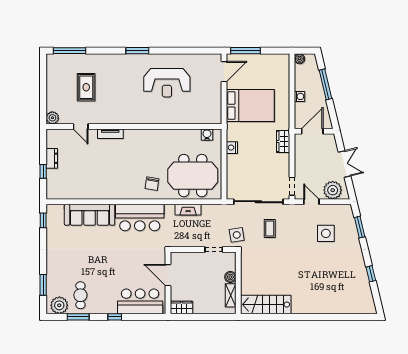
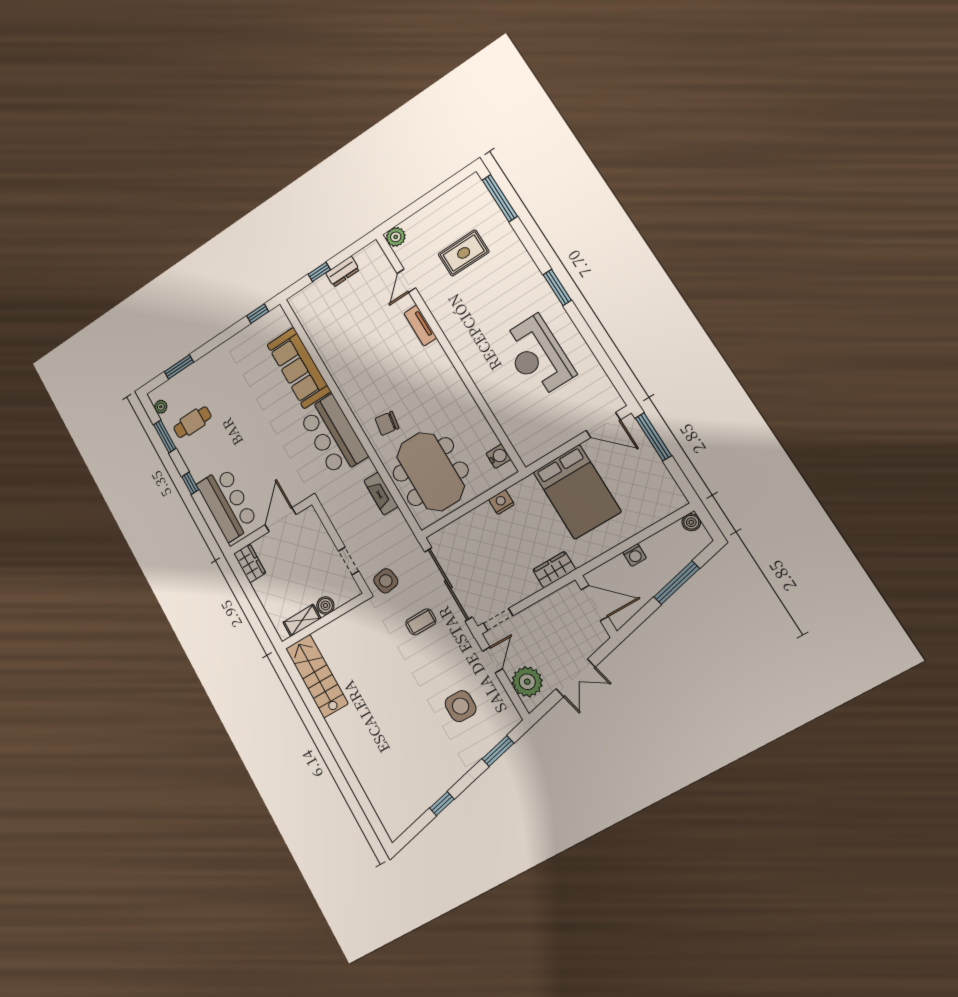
plant: (59, 305) -> (161, 407), width x0.53, depth x0.53

